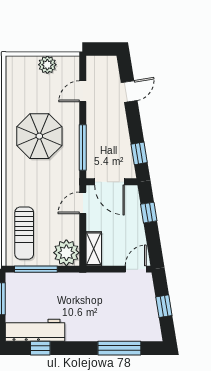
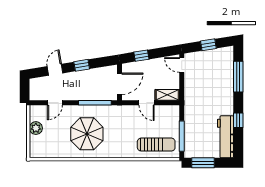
door: (83, 91) -> (55, 103), hinge flipped
door: (129, 91) -> (55, 70), hinge flipped
window: (139, 153) -> (82, 65), moved
door: (83, 203) -> (147, 103), moved
plant: (66, 253) -> (170, 114), removed
window: (40, 348) -> (238, 120), moved

